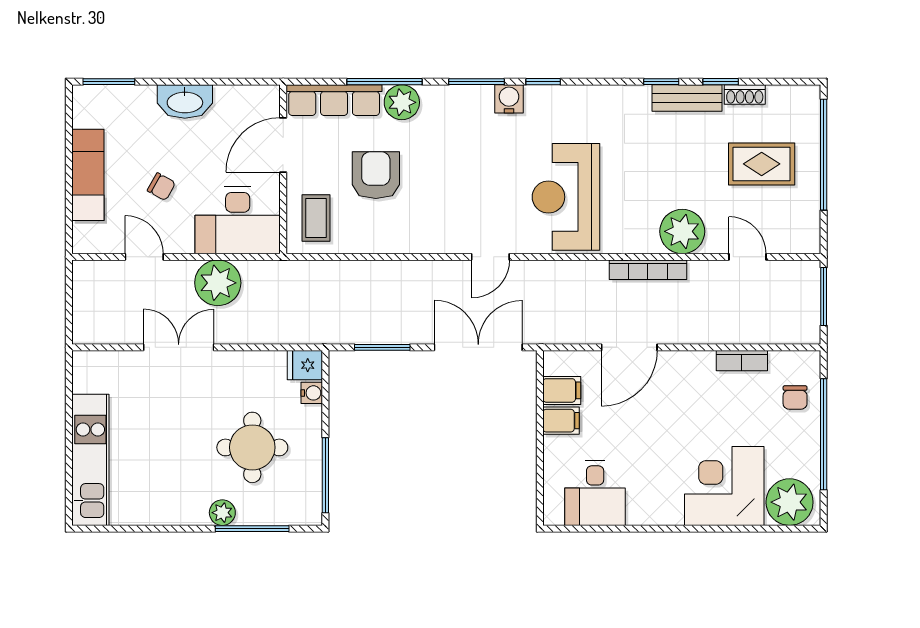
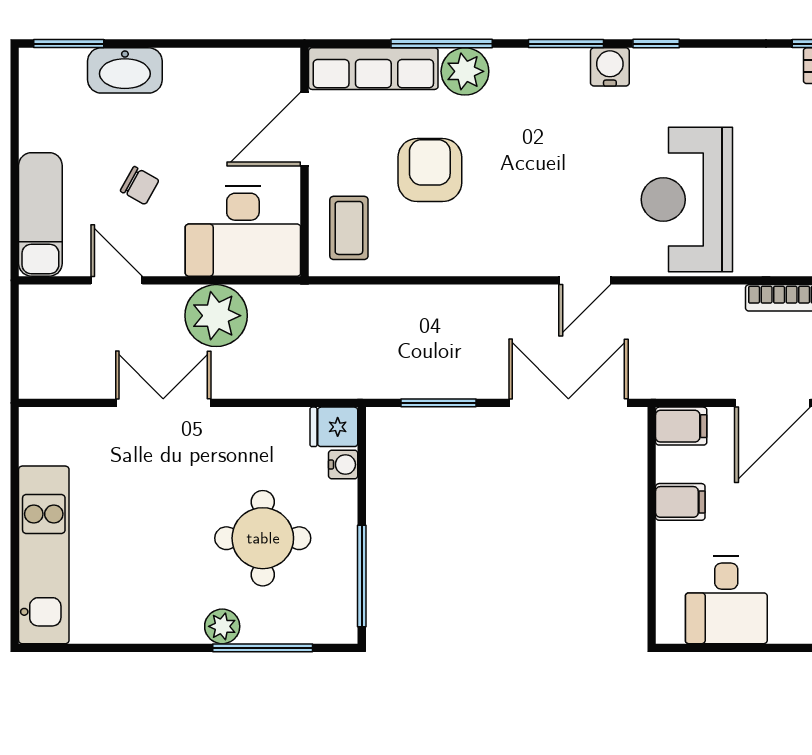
washbasin: (185, 102) -> (125, 70), moved
exam couch: (88, 175) -> (40, 214), moved
filing cabinet: (562, 390) -> (681, 426), moved

